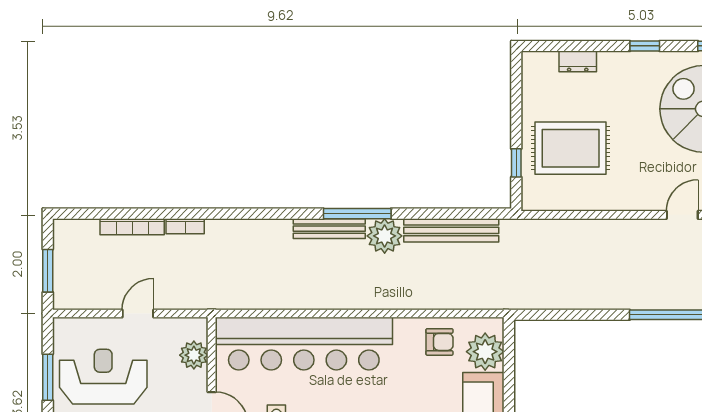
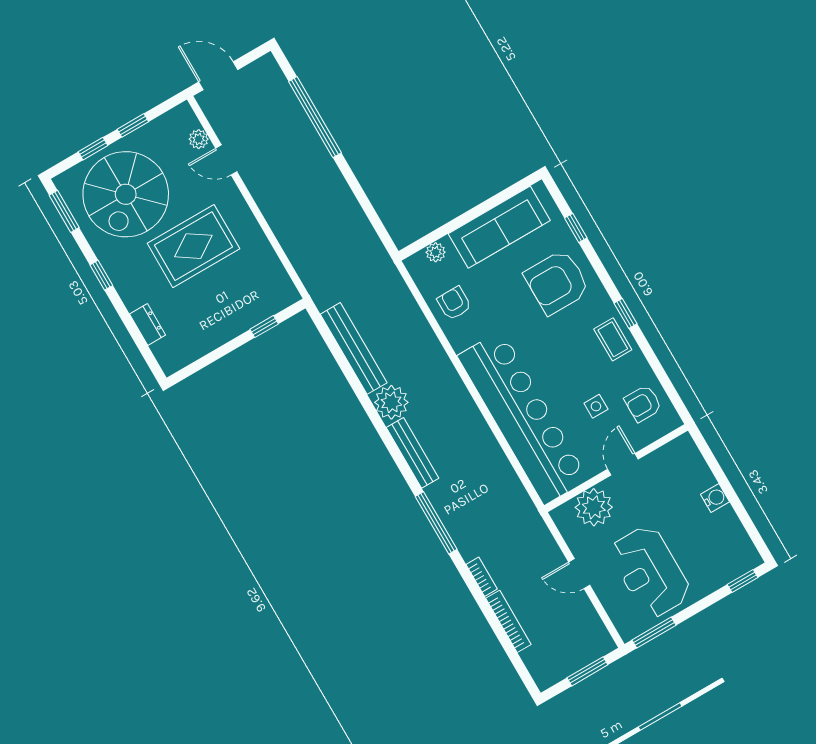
rug: (571, 148) -> (193, 246), moved, turned 90
window: (357, 214) -> (436, 523), moved
plant: (485, 352) -> (436, 252), width x0.53, depth x0.53
plant: (194, 355) -> (594, 507), width x1.36, depth x1.36
window: (48, 377) -> (654, 633), moved

